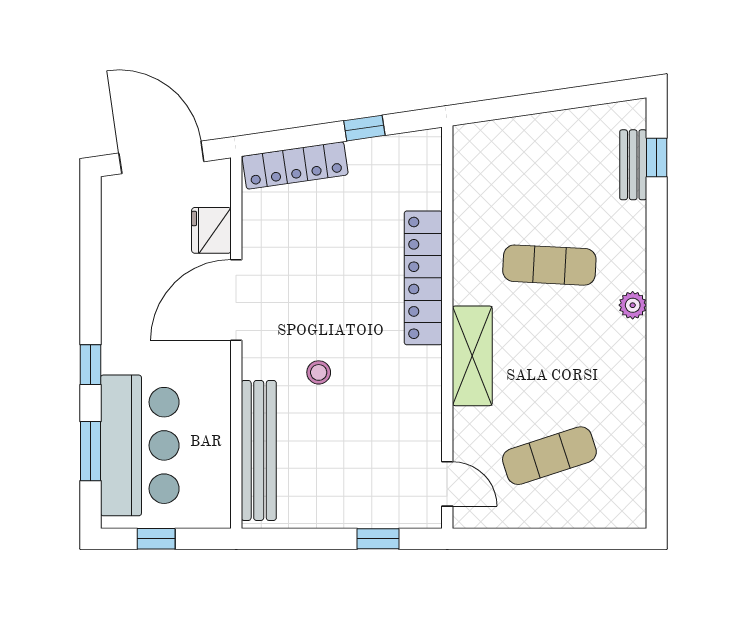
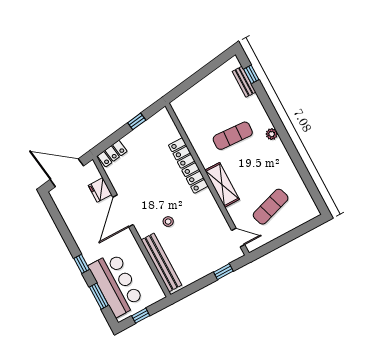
locker: (295, 165) -> (112, 154), width x0.66

